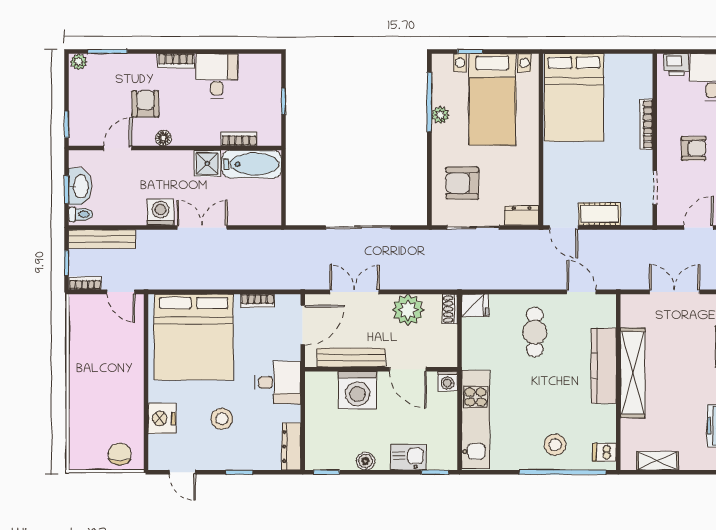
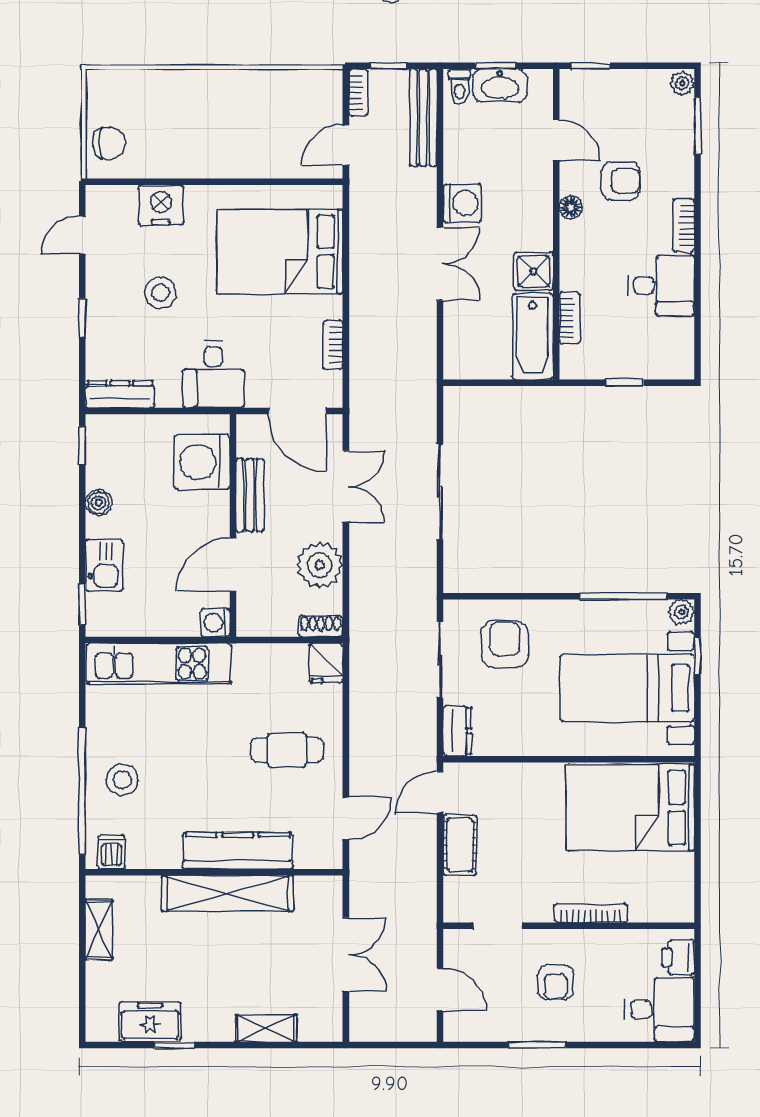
plant: (440, 115) -> (682, 612), moved
bed: (194, 337) -> (280, 252), width x0.73
bench: (351, 357) -> (250, 495), width x0.73
washing machine: (358, 390) -> (202, 462), moved

